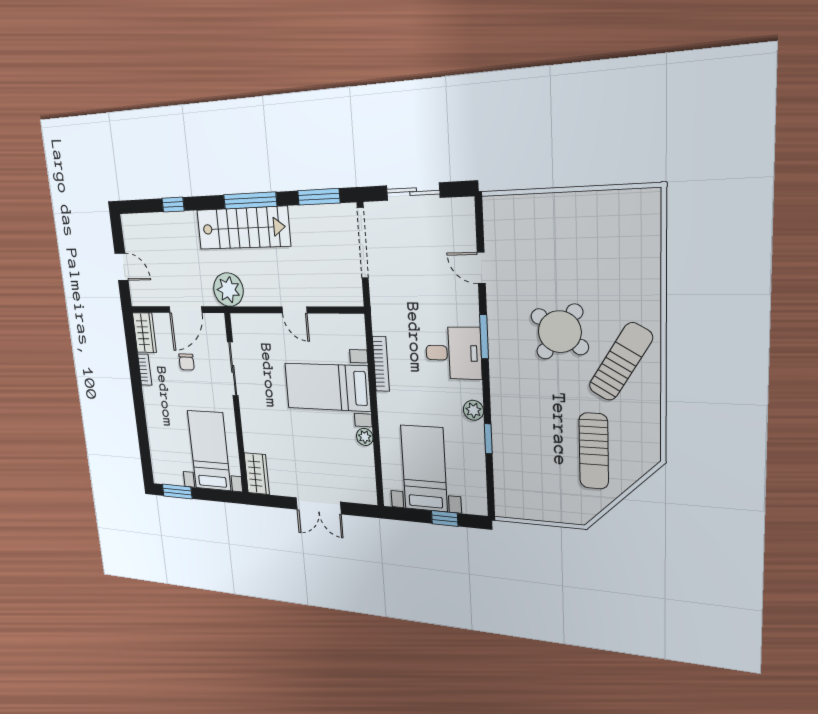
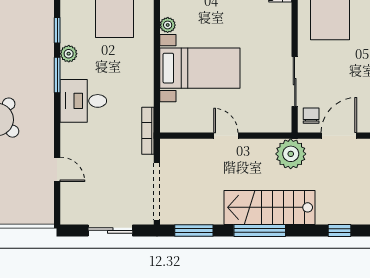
window: (484, 337) -> (57, 75), moved
chair: (187, 362) -> (311, 116), moved
bookcase: (381, 364) -> (148, 131), moved

